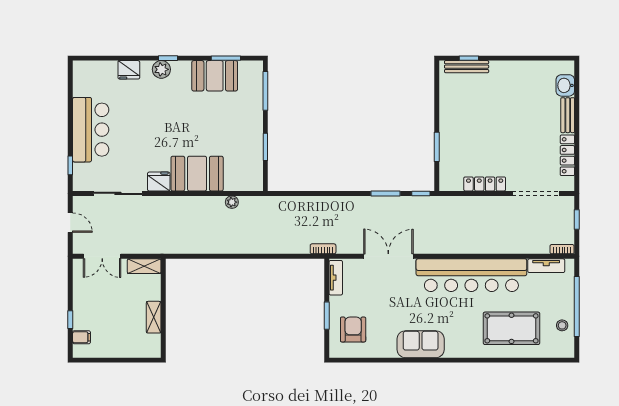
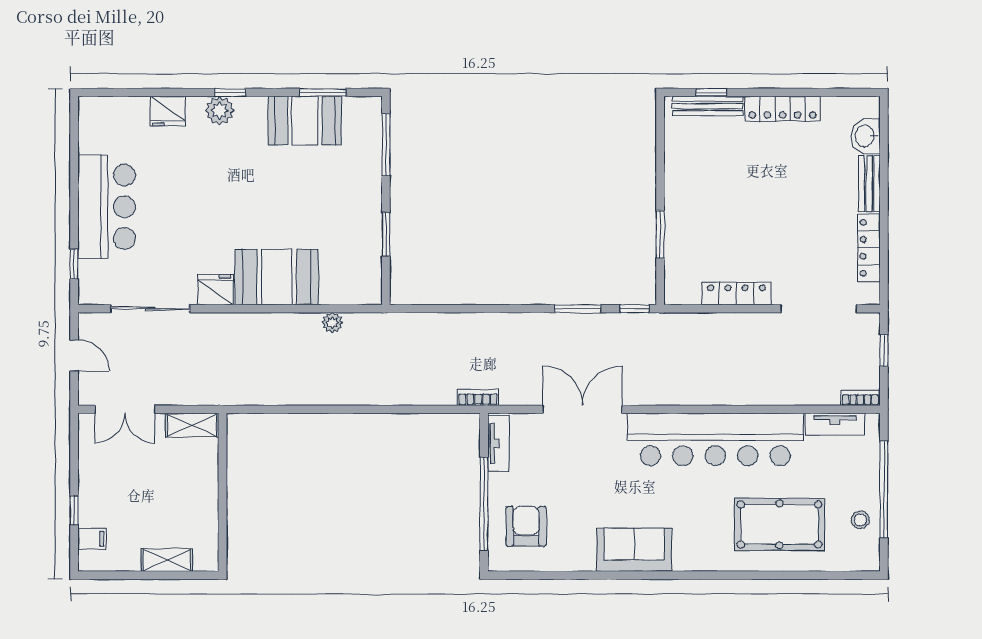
locker: (513, 68) -> (782, 109), added
window: (327, 316) -> (484, 504), width x2.11
shelving: (154, 317) -> (167, 560), moved, turned 90

